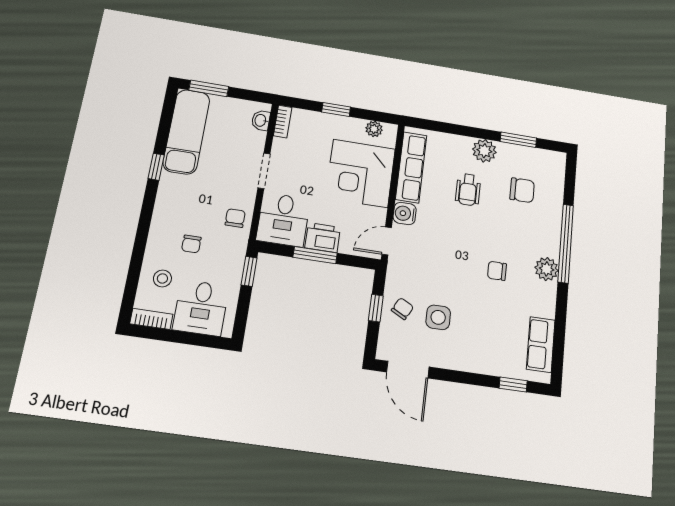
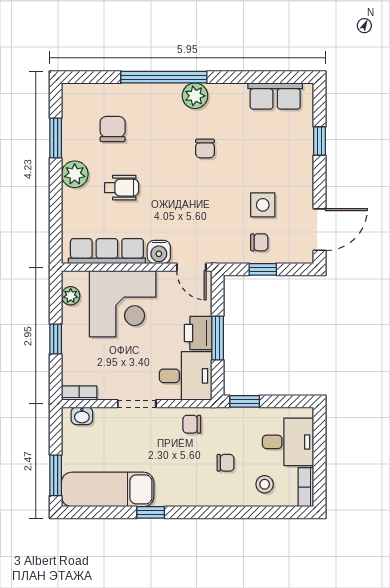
chair: (402, 309) -> (259, 242), turned 152
window: (513, 385) -> (320, 141), moved

